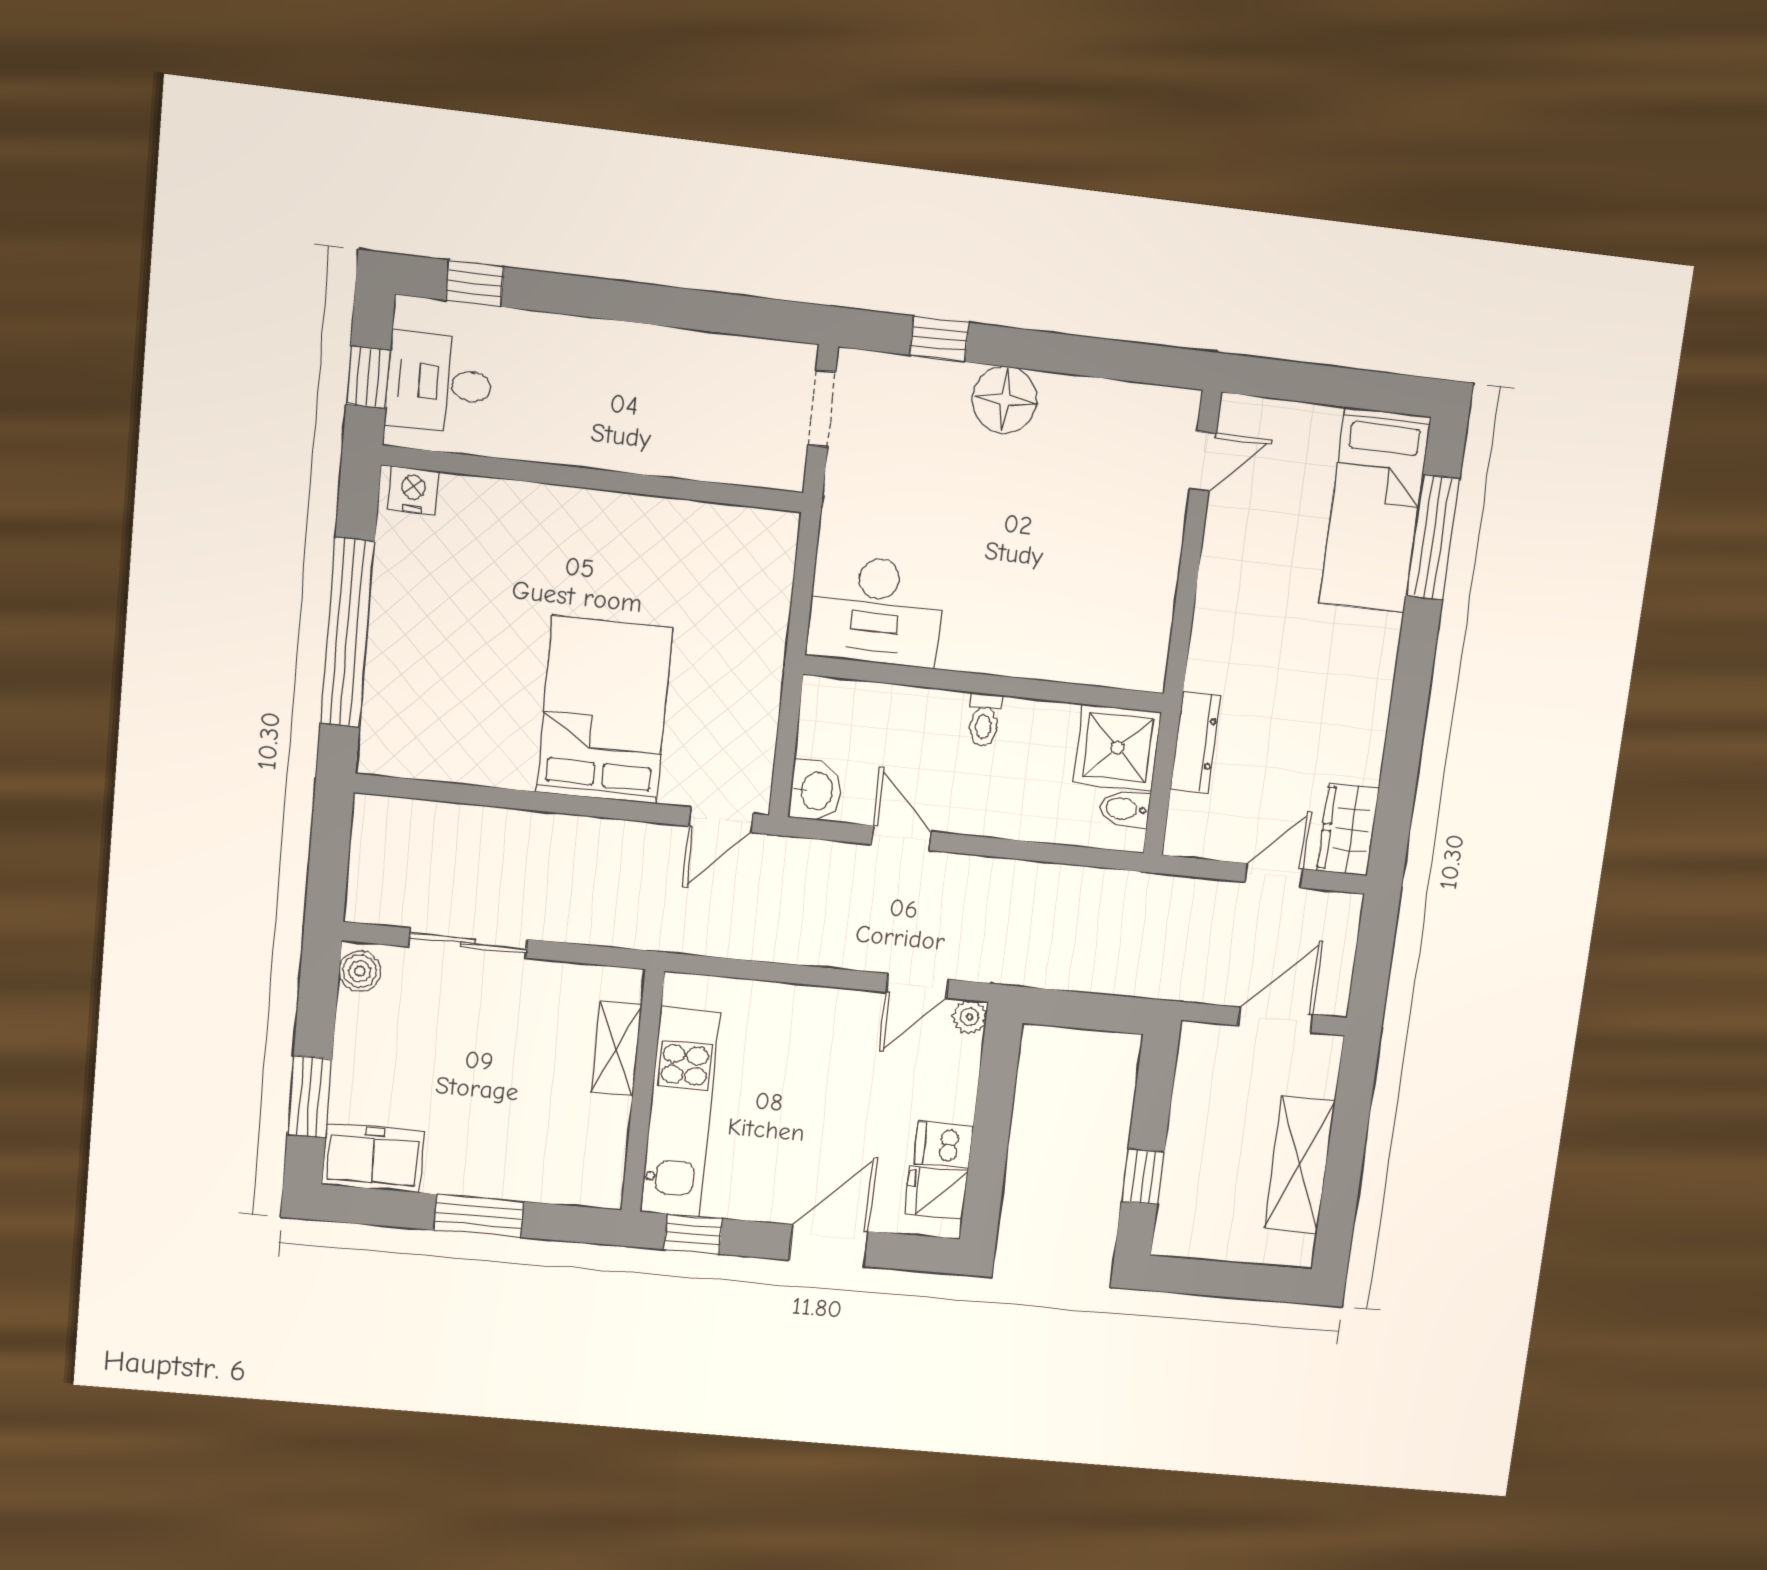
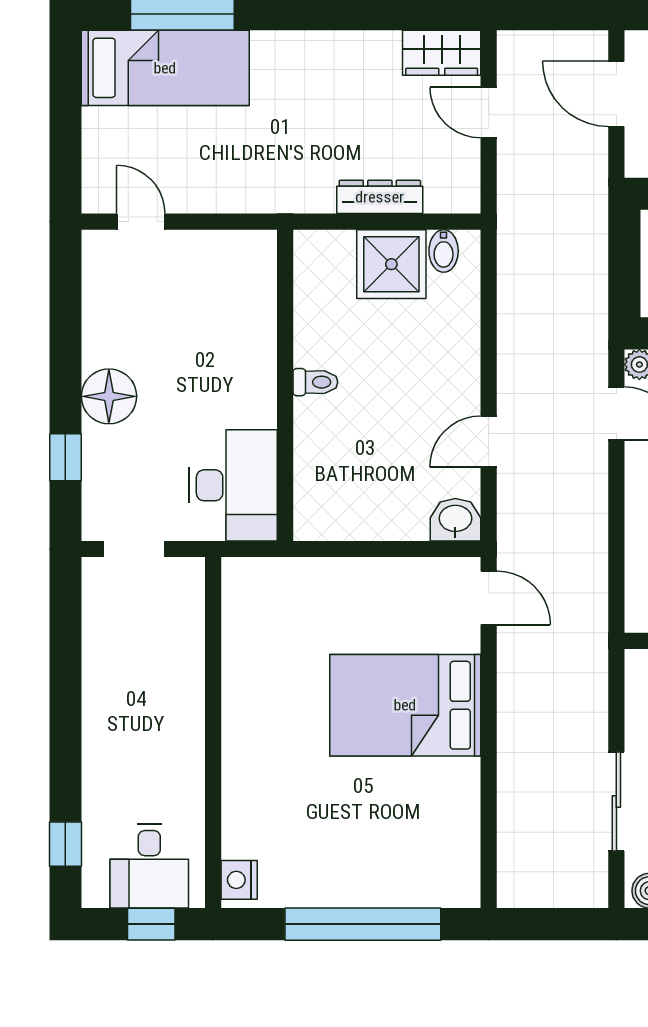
desk: (876, 611) -> (233, 485), moved
wall: (985, 684) -> (285, 385), moved
toilet: (984, 719) -> (315, 382), moved

